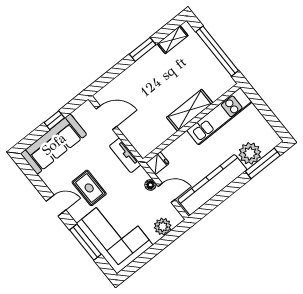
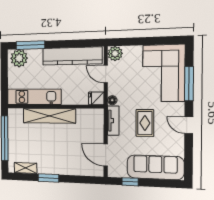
shelving: (190, 110) -> (49, 116), width x1.47
window: (54, 120) -> (130, 182), moved
plant: (250, 153) -> (19, 58), moved
floor lamp: (150, 185) -> (112, 100), moved
rug: (89, 188) -> (145, 123), moved
plant: (163, 227) -> (115, 54), moved

